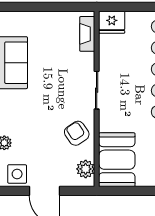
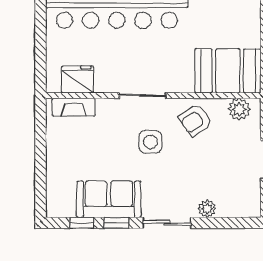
fridge: (112, 22) -> (77, 79), moved, turned -90
side table: (17, 174) -> (150, 142), moved

